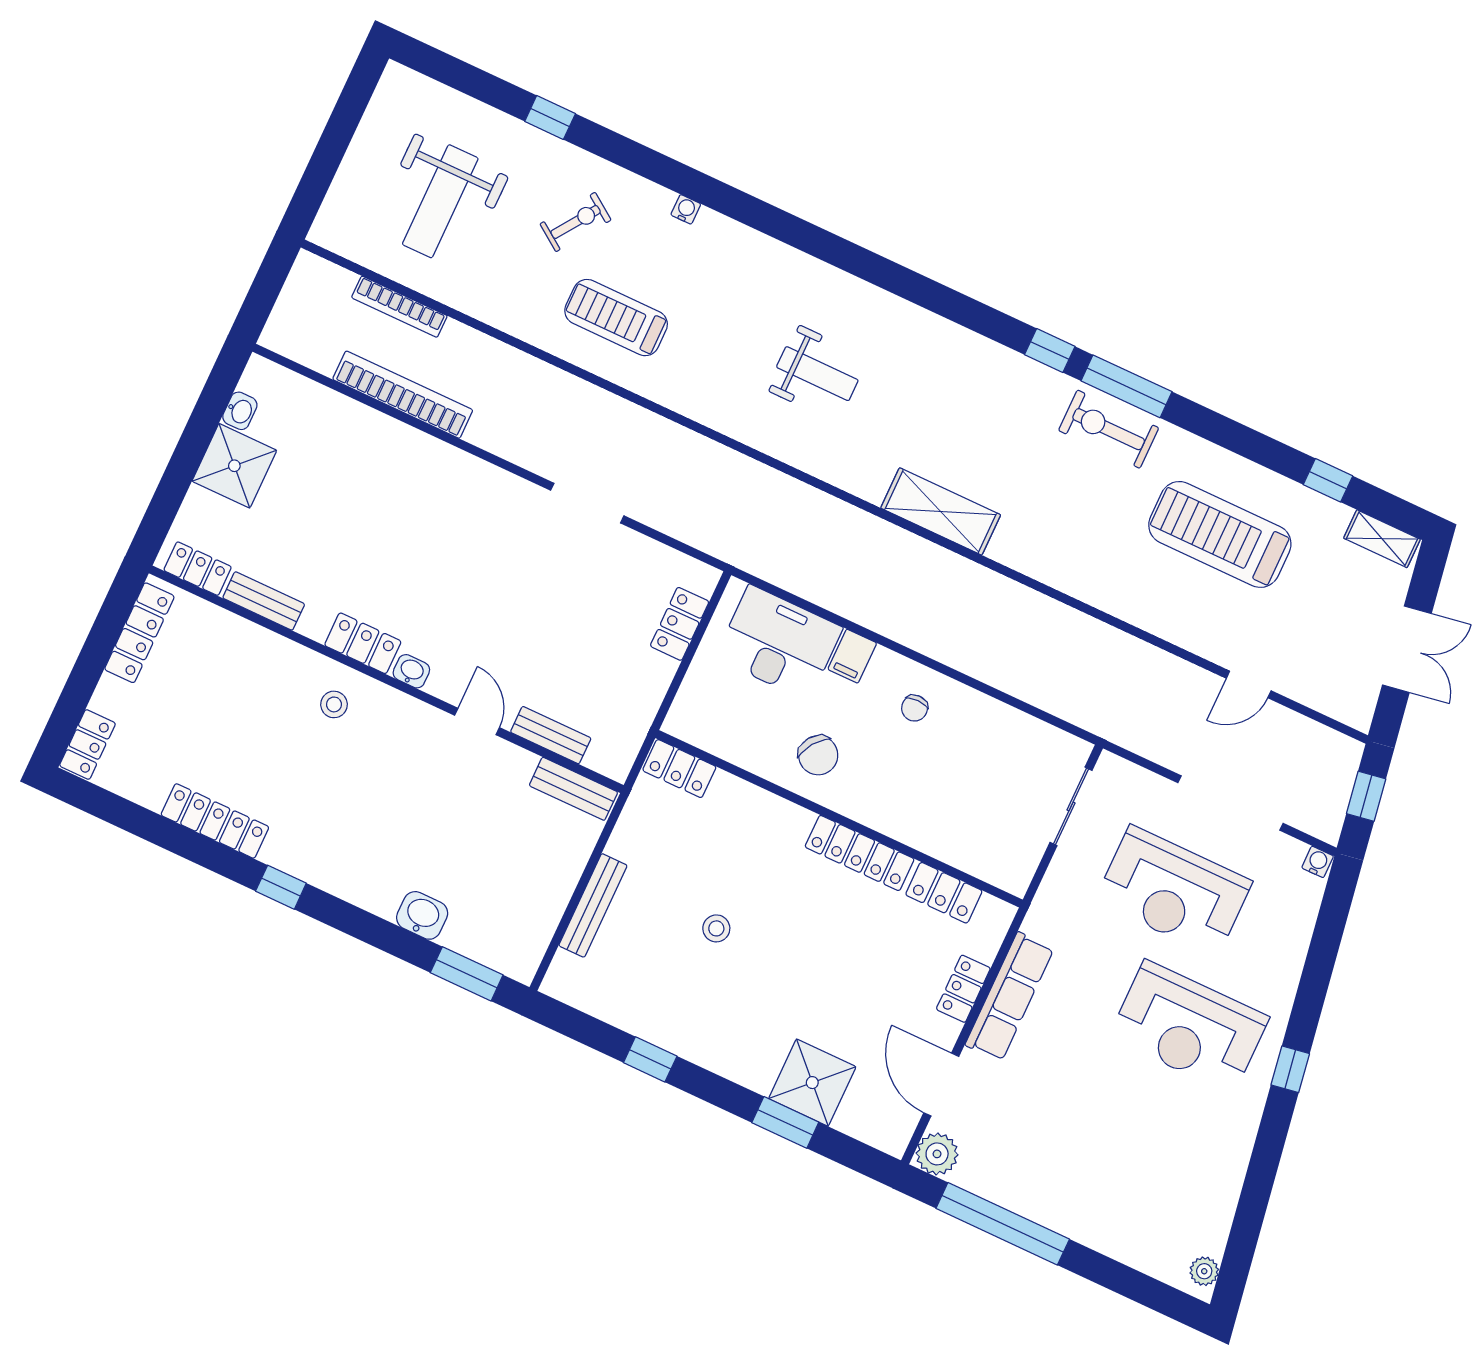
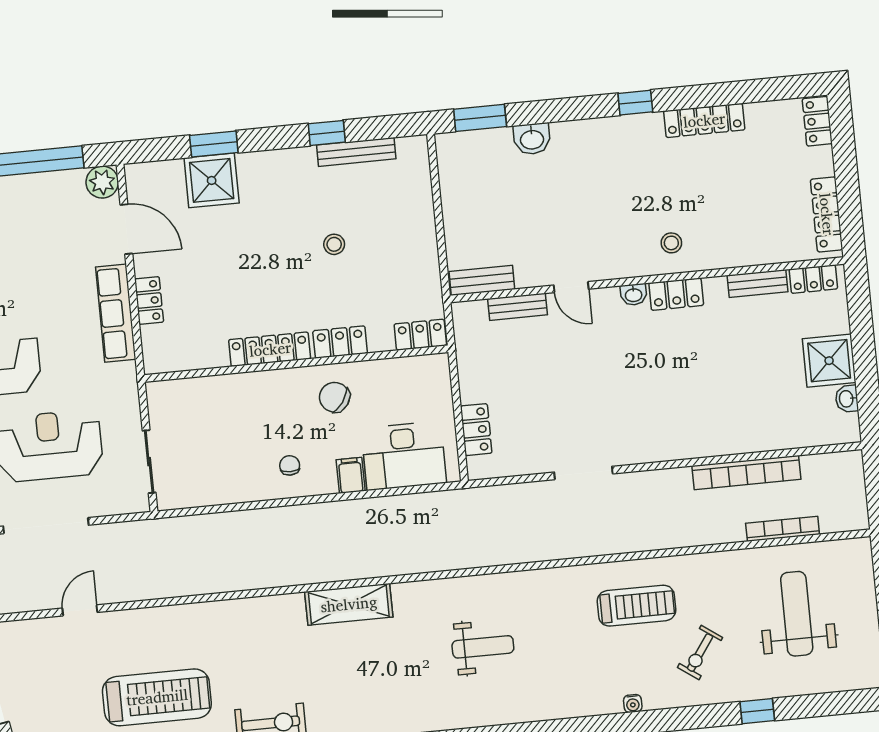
weight bench: (817, 374) -> (483, 647), turned 180
locker: (944, 893) -> (340, 342), moved
bench: (593, 905) -> (356, 152), moved, turned 90

